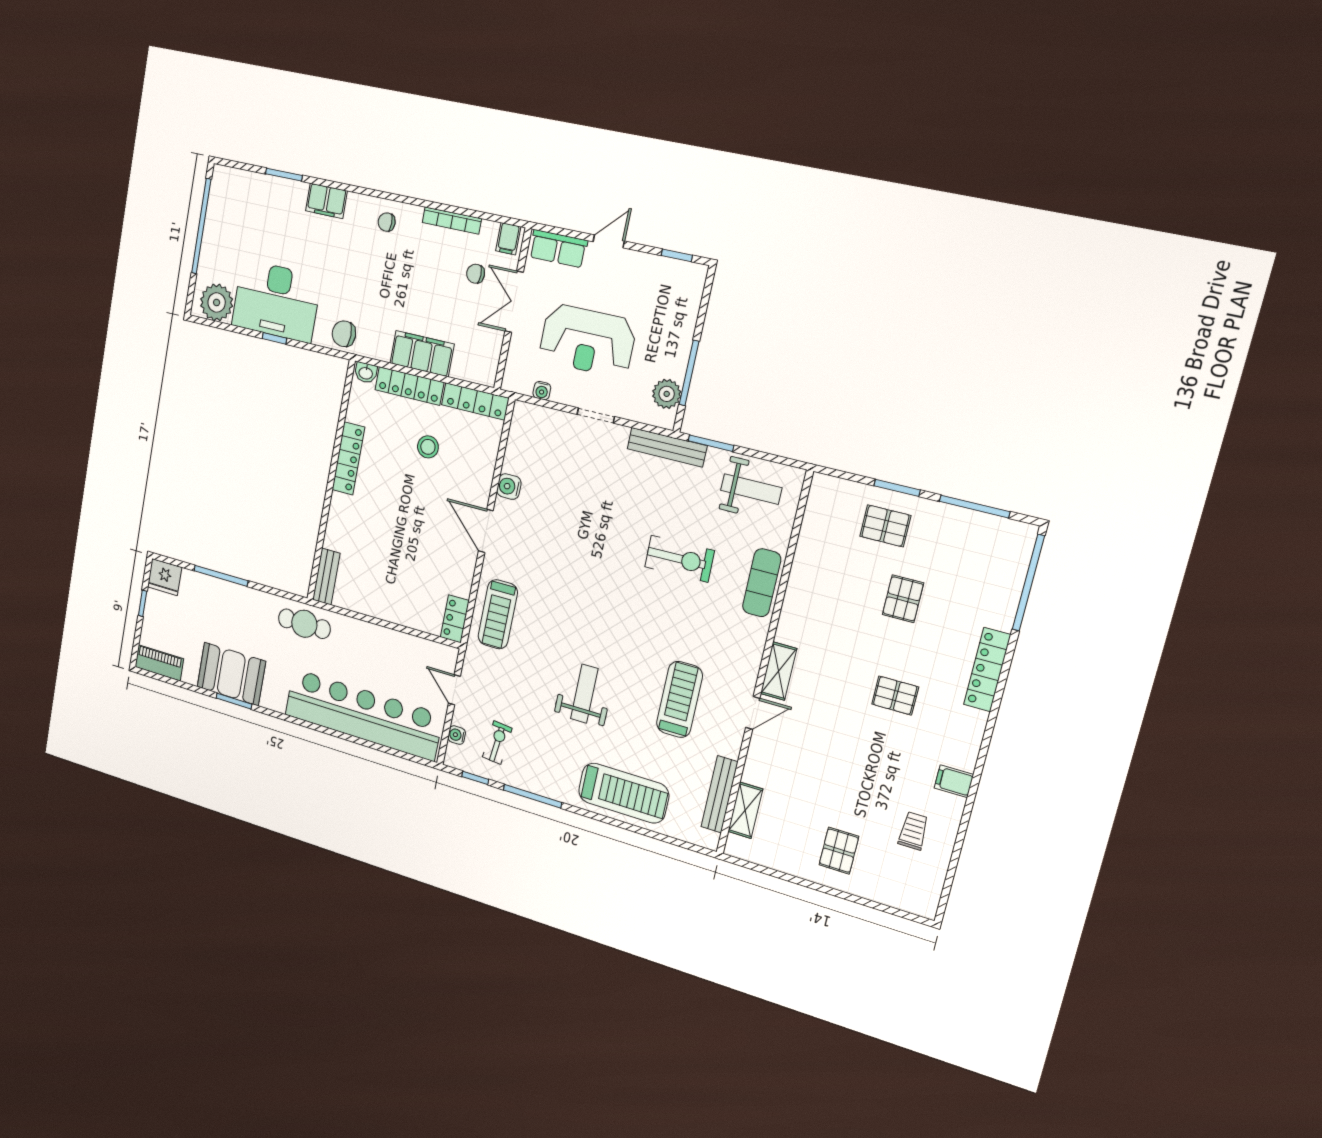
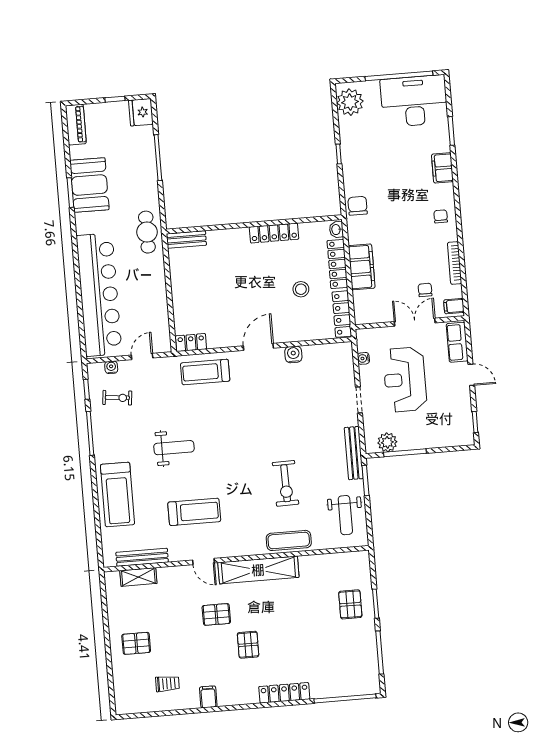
desk: (276, 301) -> (414, 101), moved, turned 90
pallet: (903, 599) -> (216, 614), moved
shelving: (779, 671) -> (258, 570), width x2.20, depth x1.33

